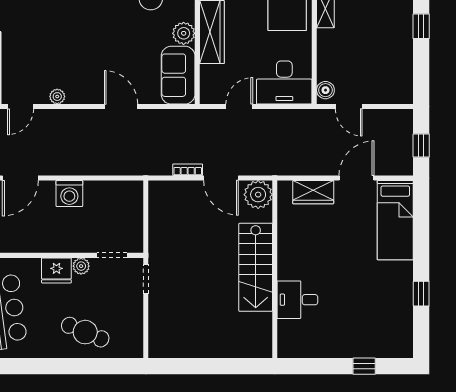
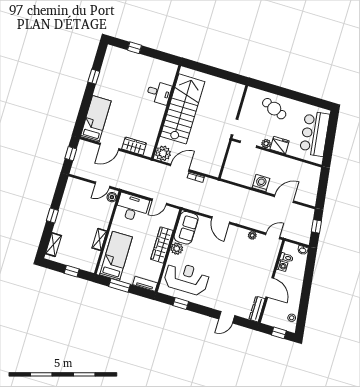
door: (349, 107) -> (102, 185), swing flipped
door: (221, 178) -> (180, 168), hinge flipped
stairs: (256, 267) -> (182, 109), width x1.36, depth x1.51

